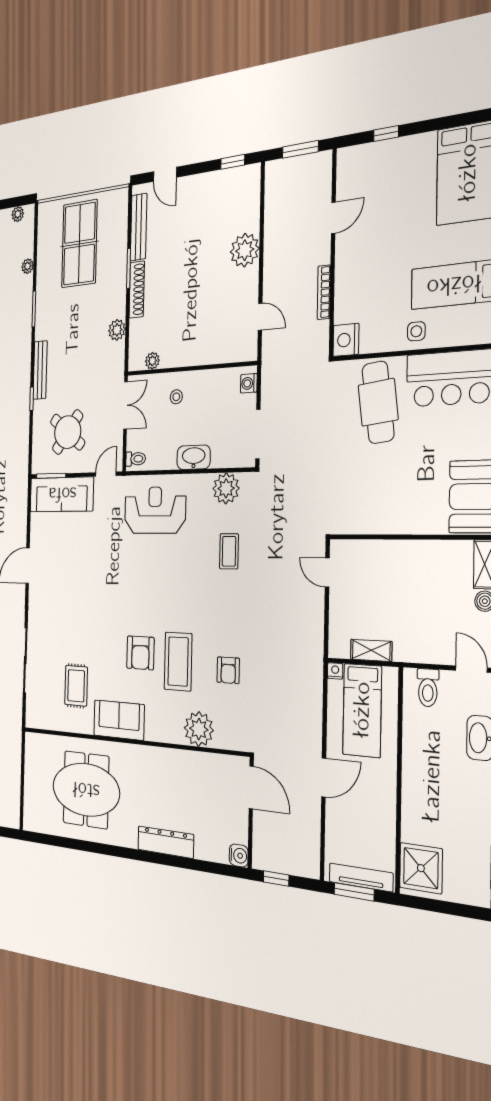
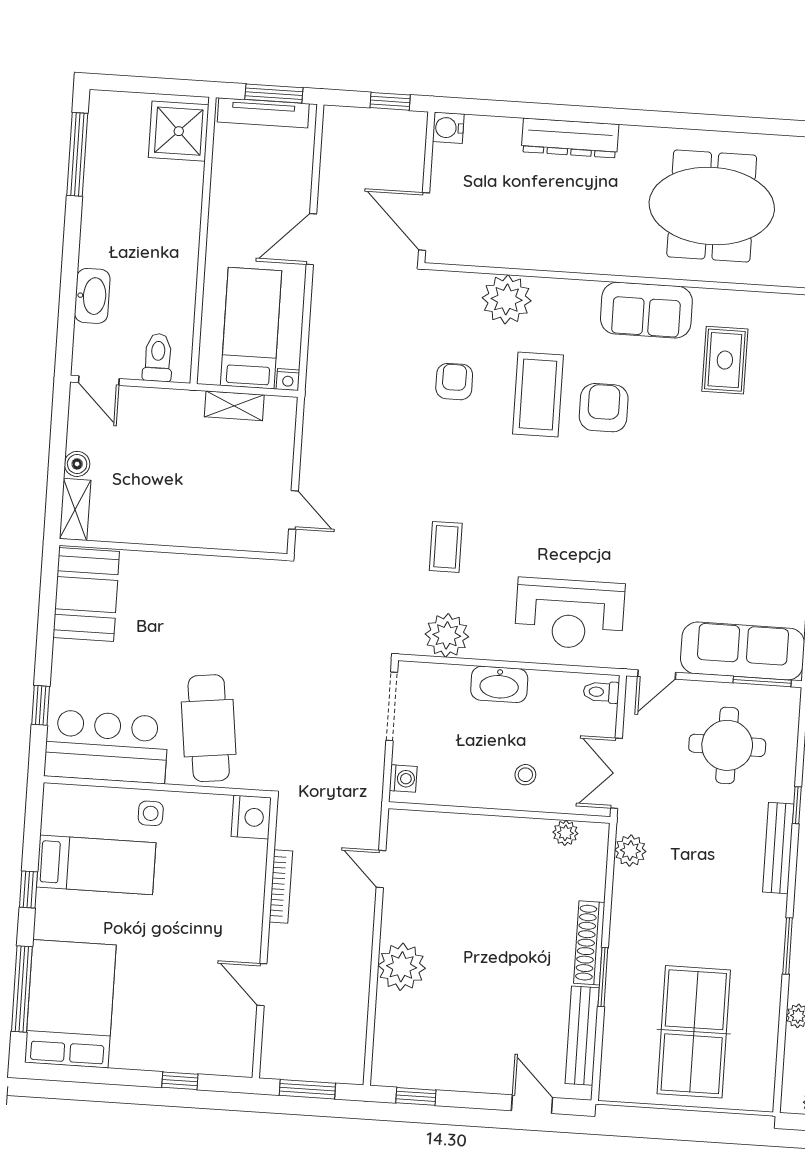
door: (333, 218) -> (262, 985), hinge flipped
plant: (117, 330) -> (630, 851), moved
round table: (68, 432) -> (727, 745), turned -38

